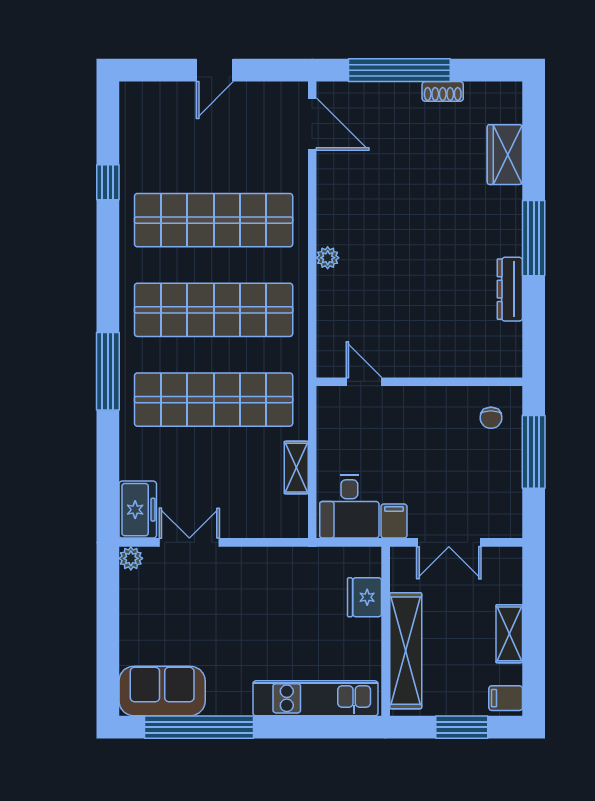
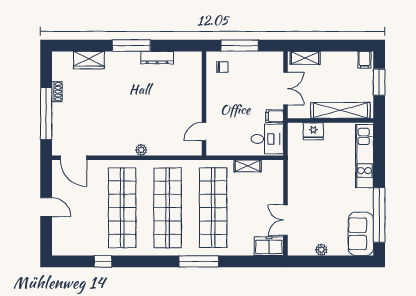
door: (312, 124) -> (73, 158), swing flipped
plant: (131, 558) -> (321, 250), moved
shelving: (509, 634) -> (305, 58), moved

